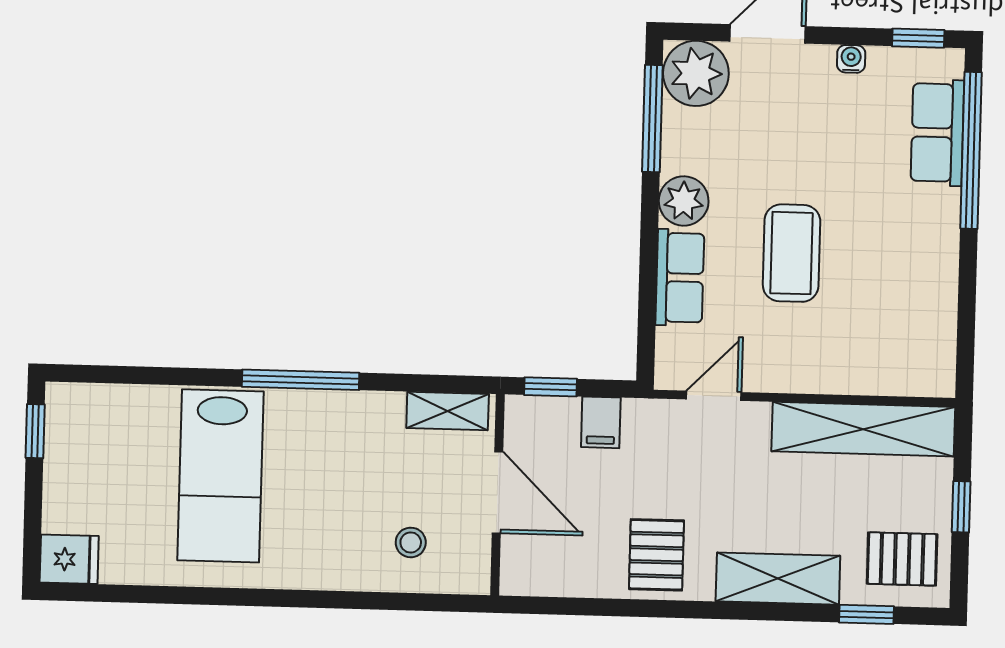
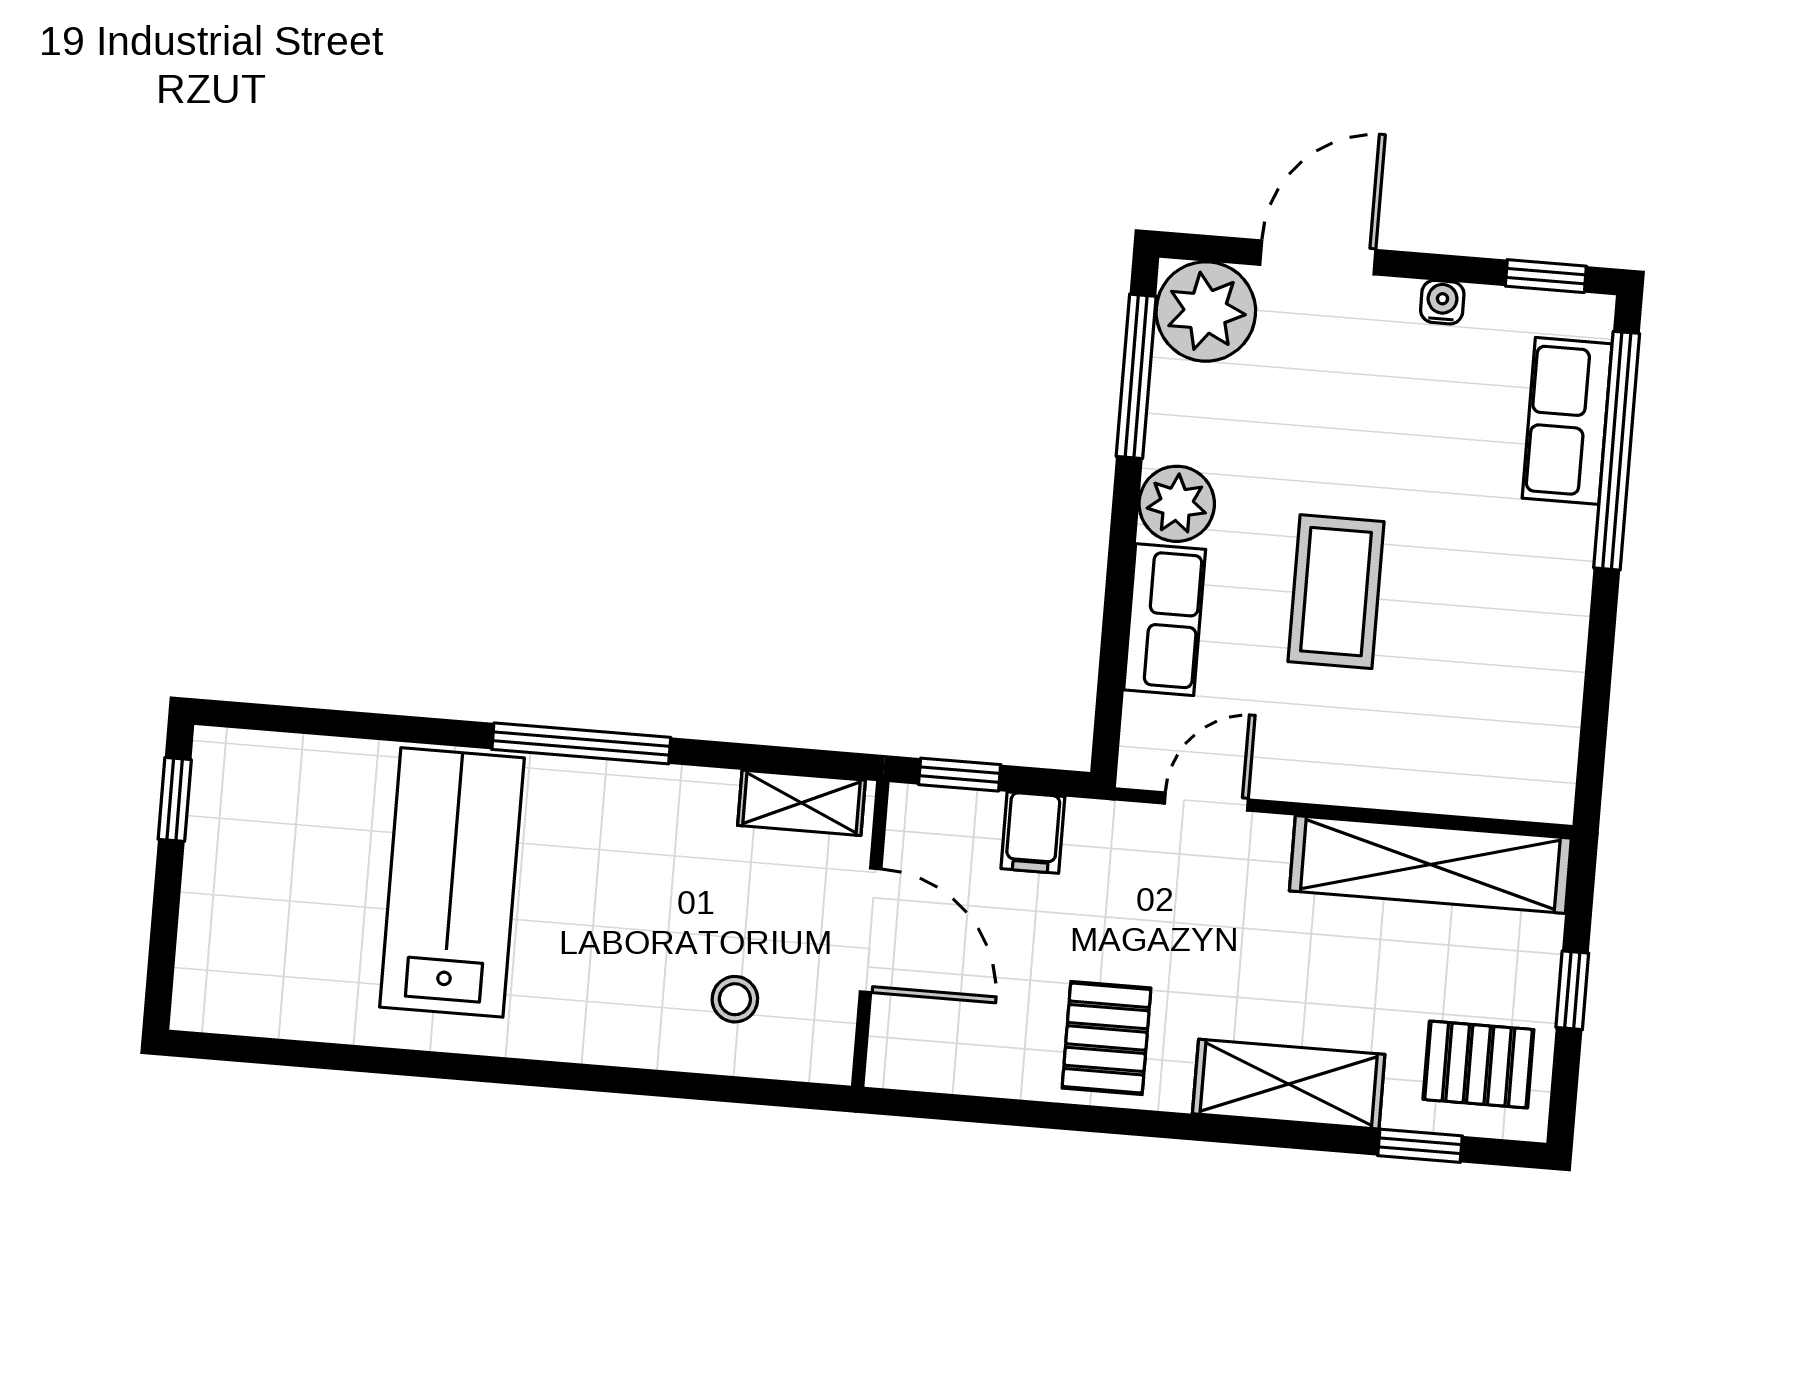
lab bench: (220, 476) -> (452, 882), turned 180
fridge: (69, 559) -> (216, 997), removed

